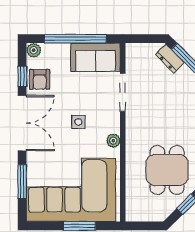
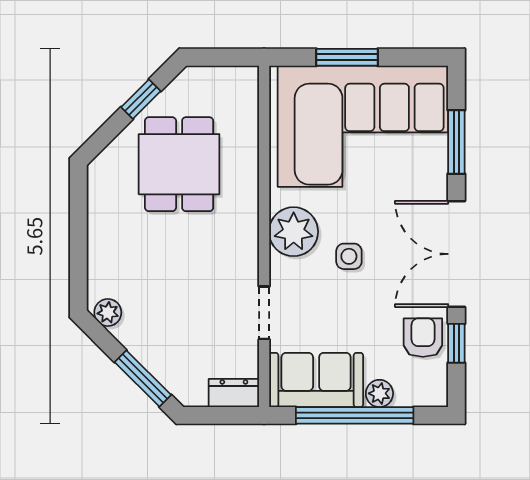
plant: (34, 50) -> (379, 393), moved
dresser: (170, 59) -> (234, 393), moved, turned -45
doorway: (123, 92) -> (264, 313), width x0.73
plant: (113, 141) -> (294, 232), width x1.88, depth x1.88

